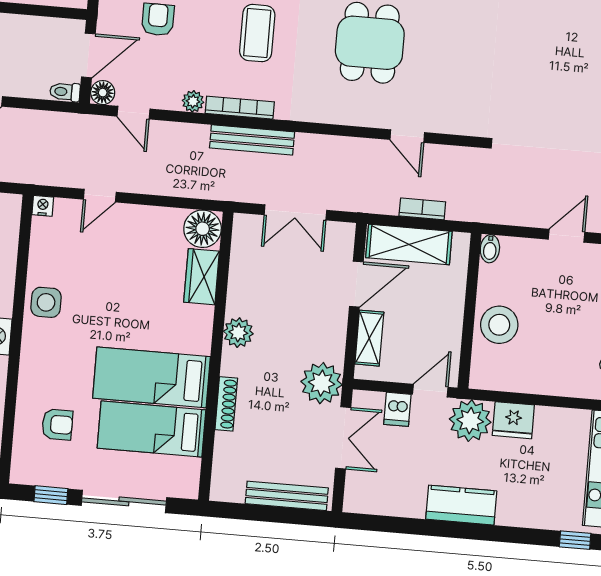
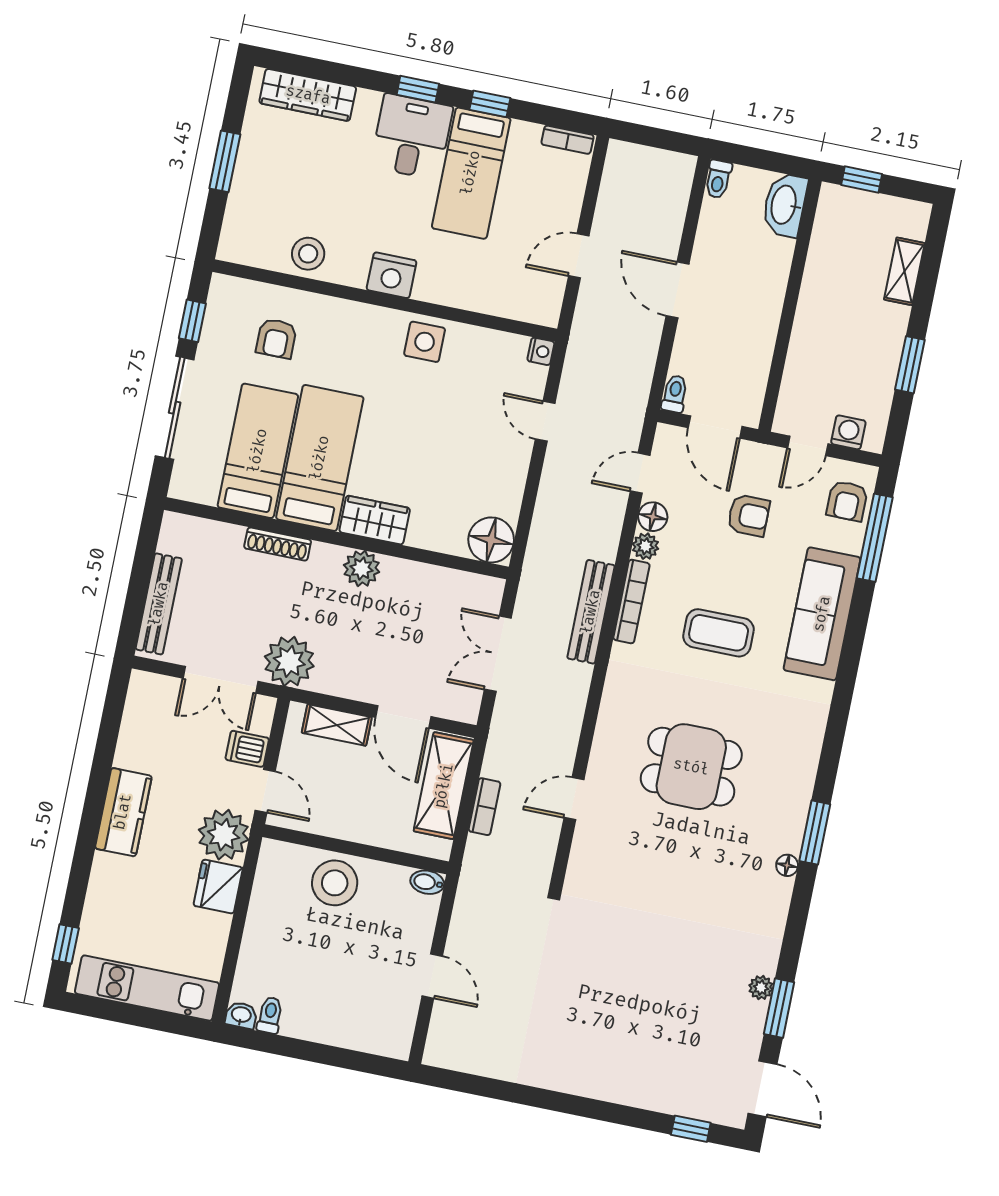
floor lamp: (103, 93) -> (653, 517), moved
wardrobe: (202, 277) -> (375, 520), moved

